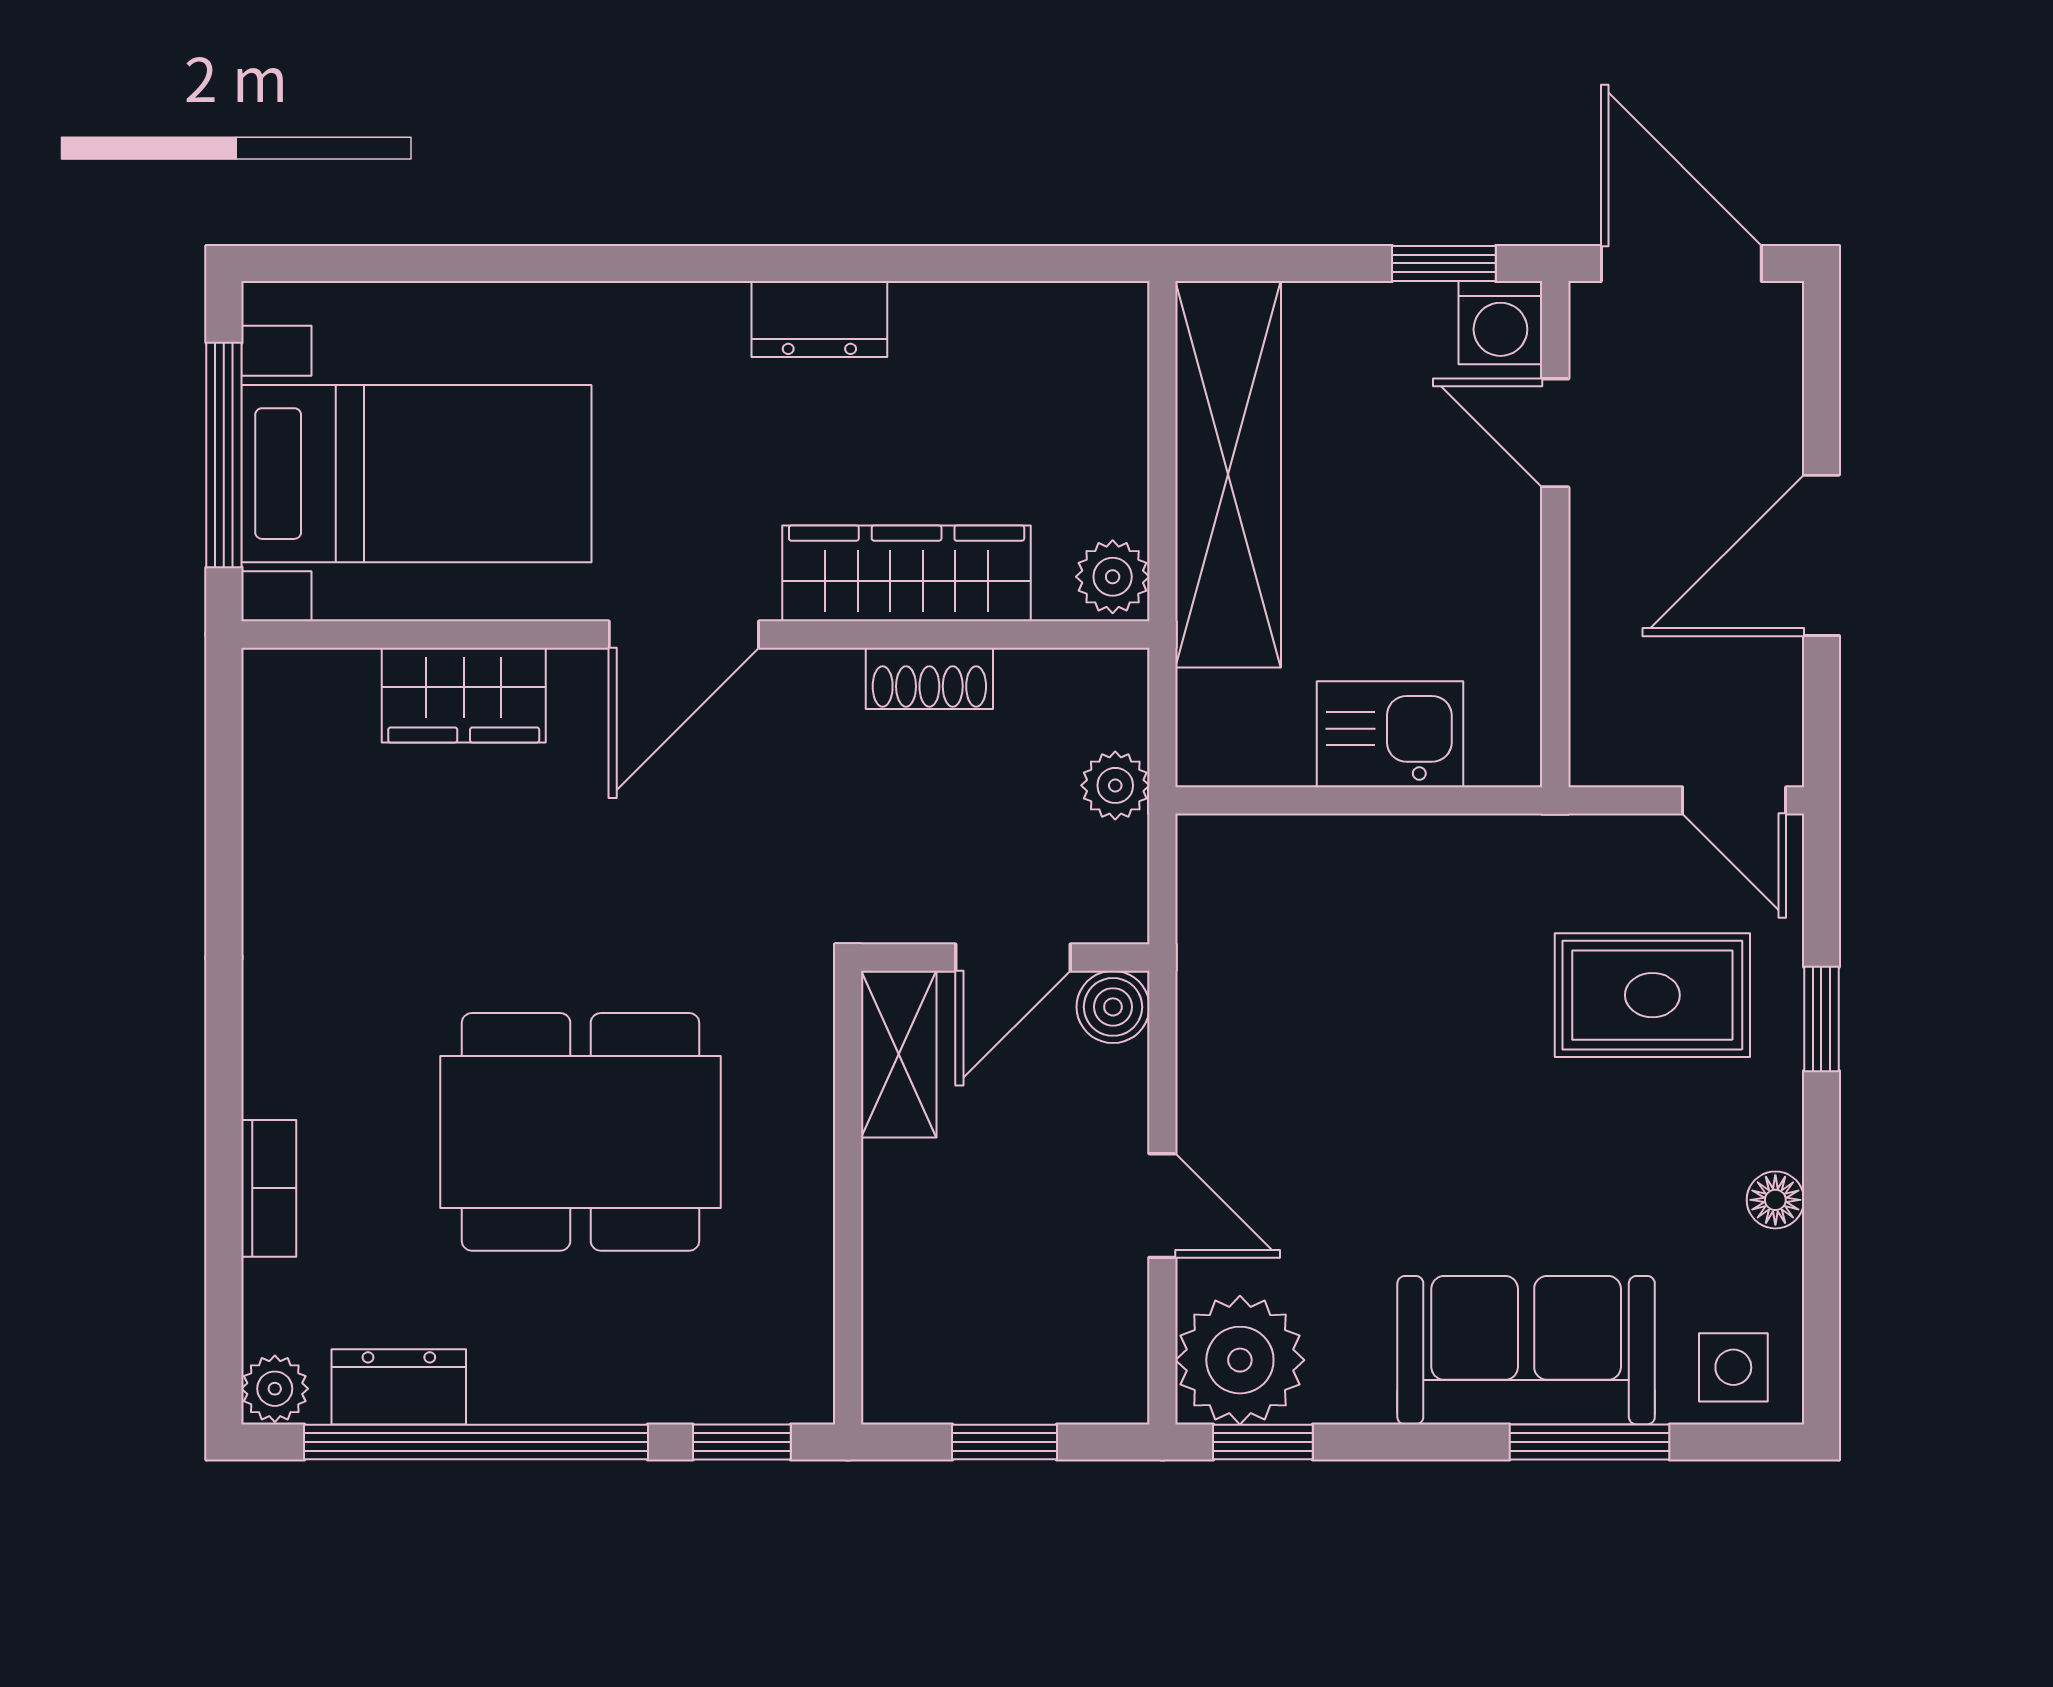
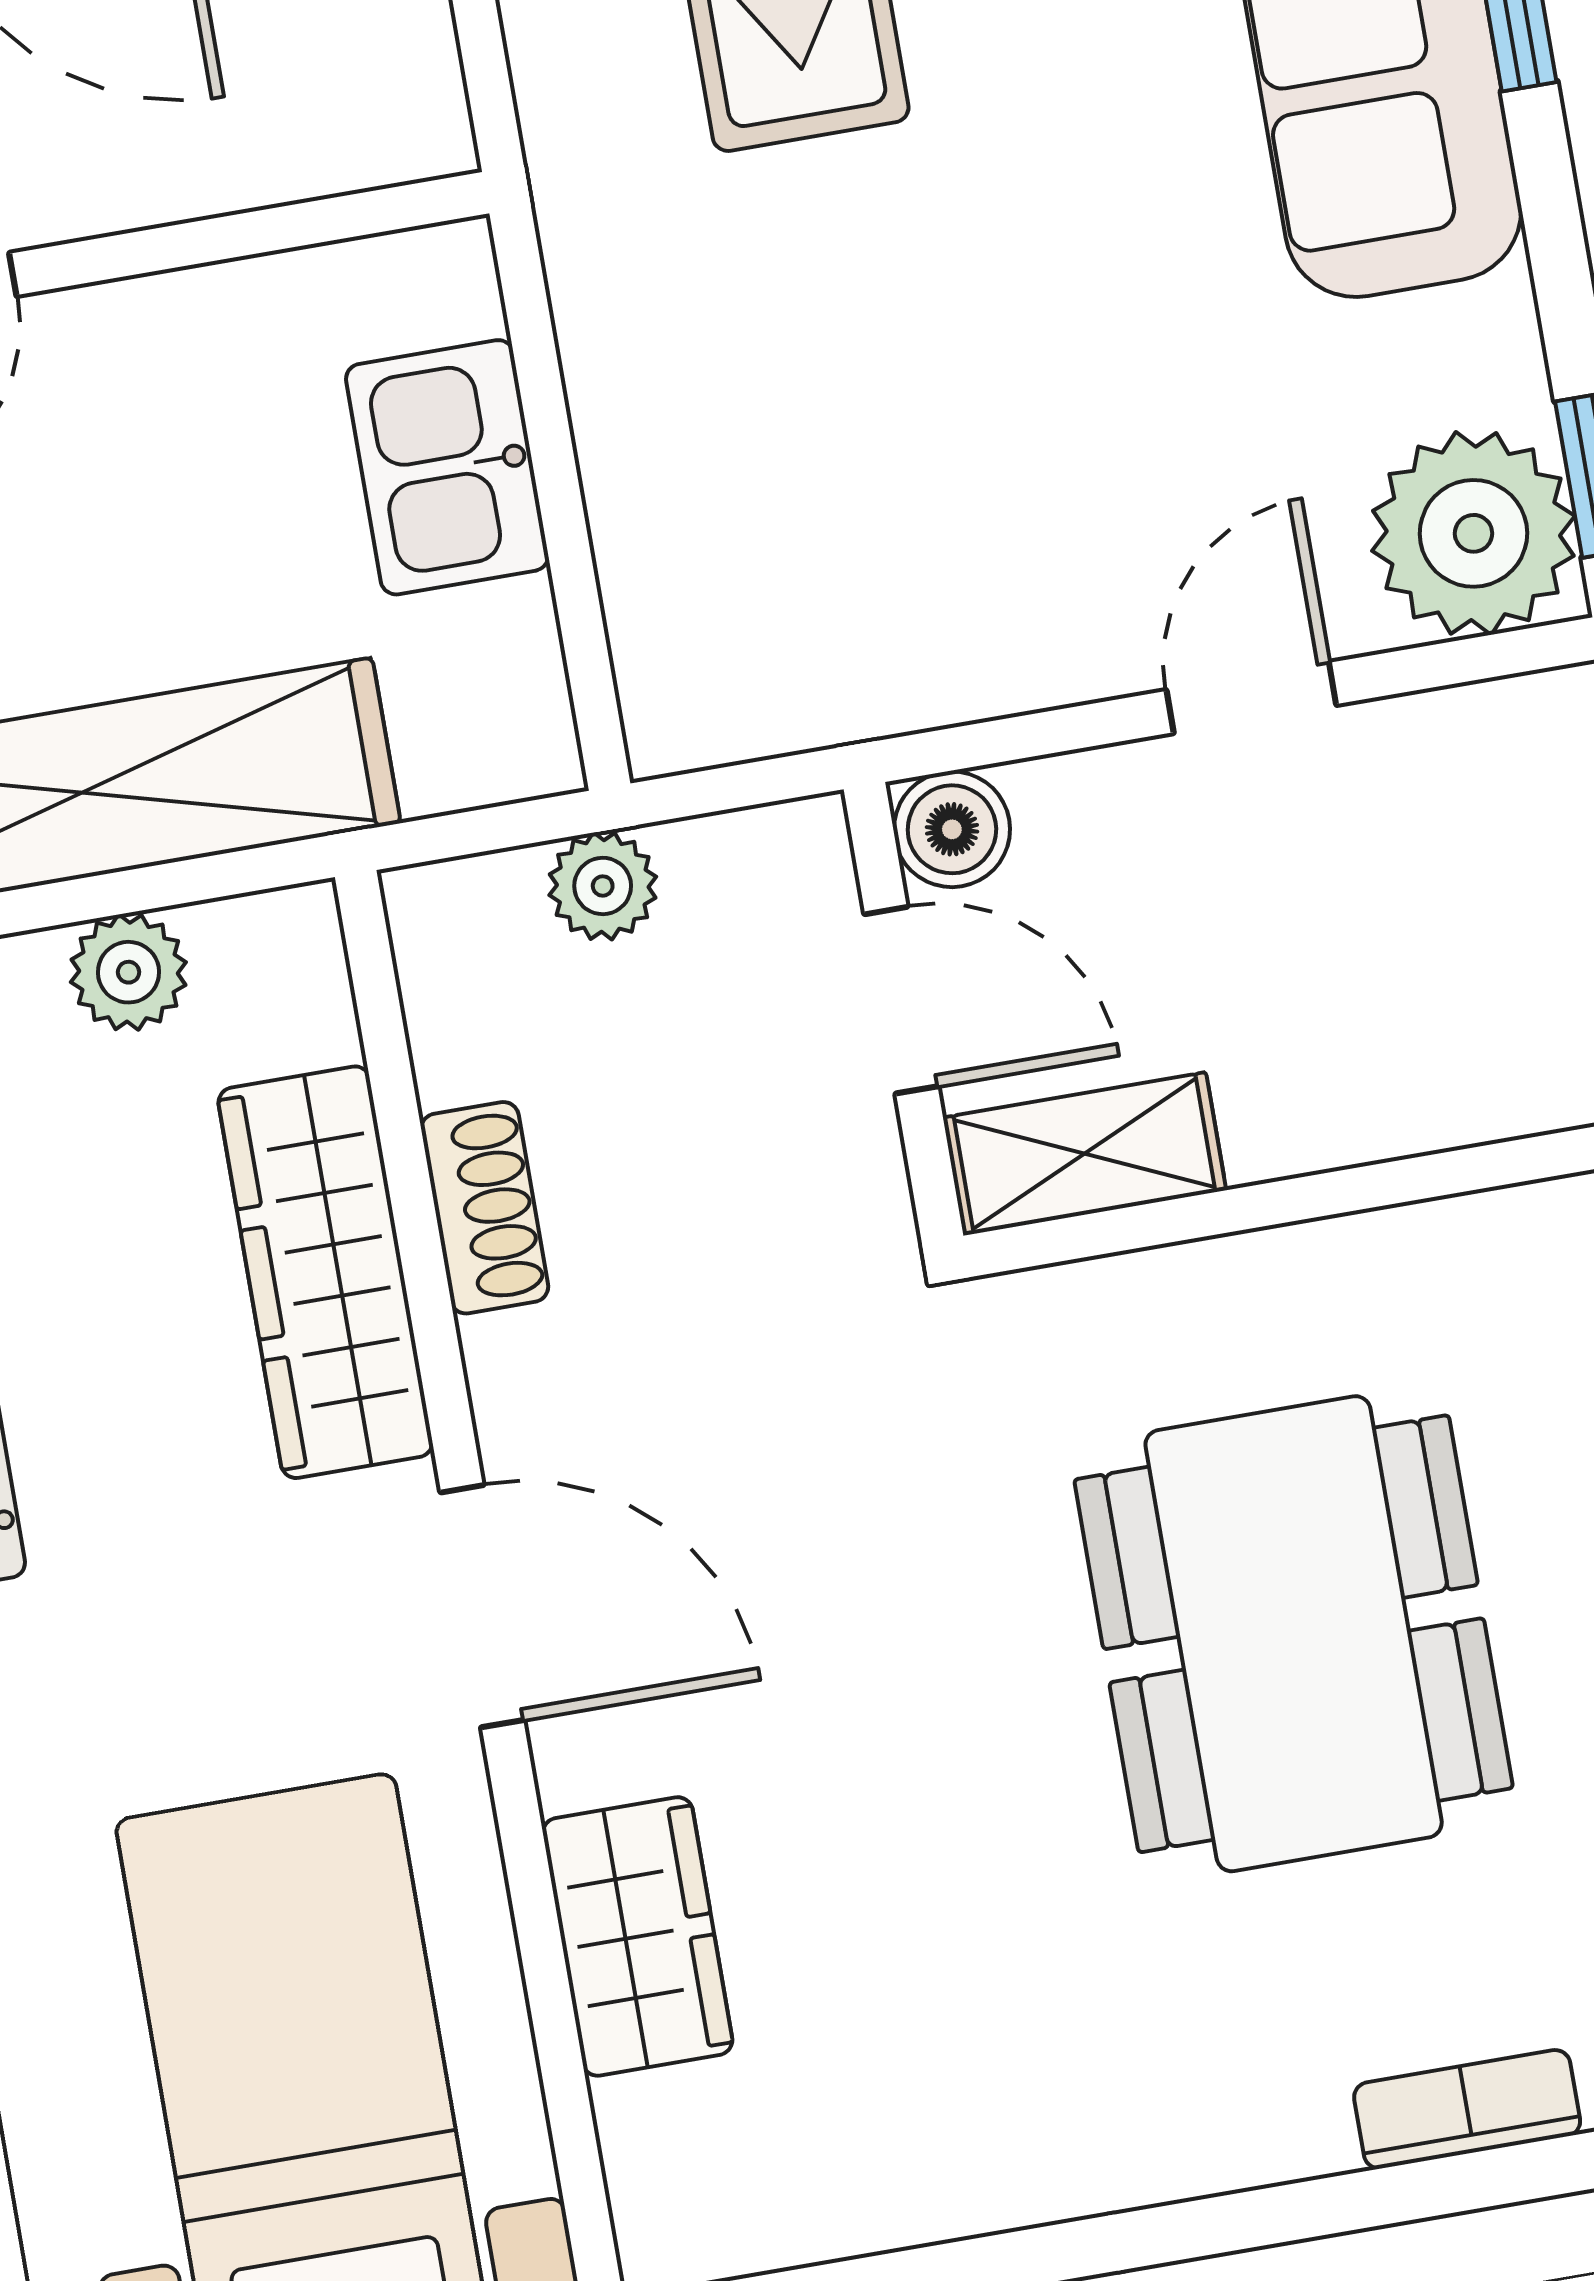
plant: (1113, 577) -> (128, 972), moved

